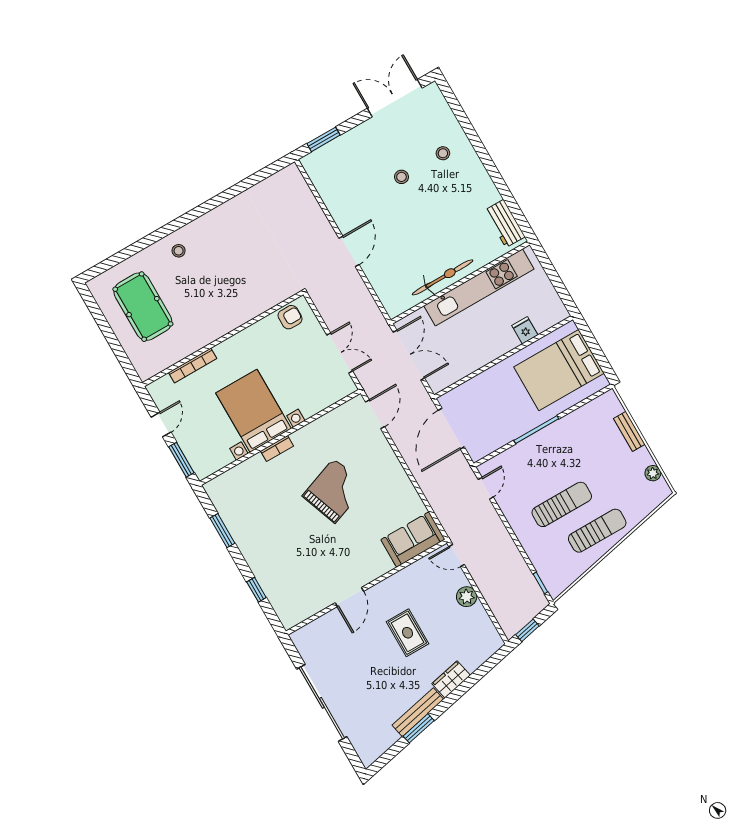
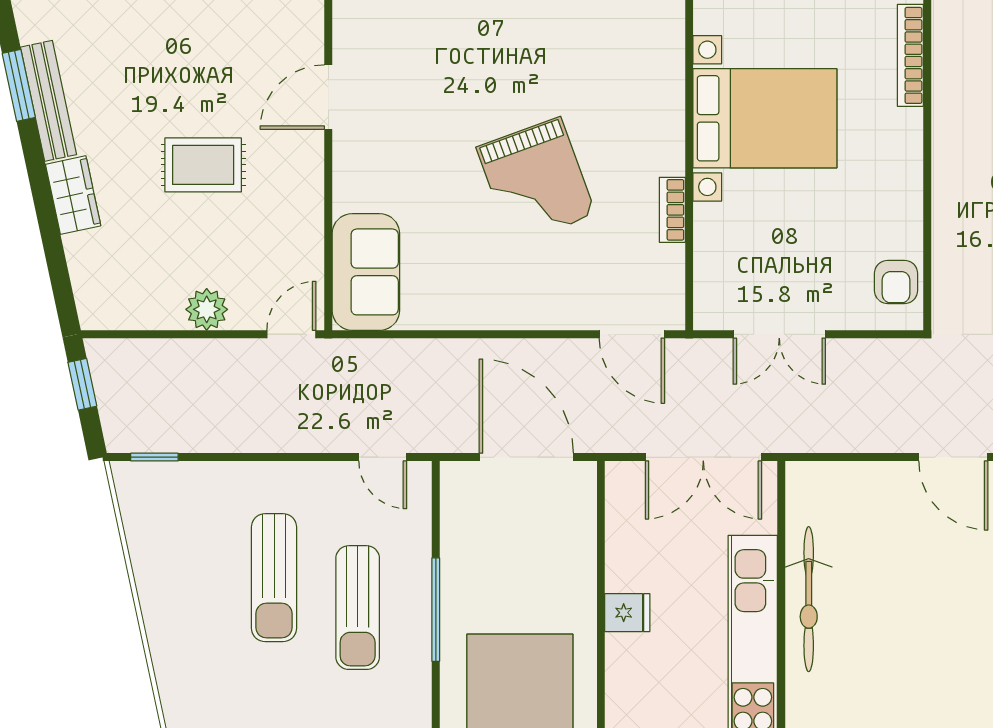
fridge: (525, 330) -> (627, 613), moved
bookcase: (277, 448) -> (672, 210), moved
sun lounger: (597, 531) -> (358, 608), moved
door: (349, 597) -> (328, 97), hinge flipped

